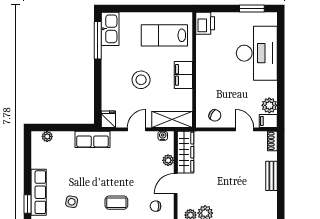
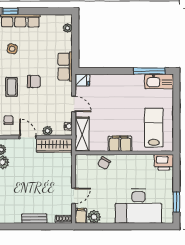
stool: (141, 80) -> (116, 108), removed
chair: (215, 115) -> (104, 163), moved
chair: (110, 176) -> (34, 82), added

